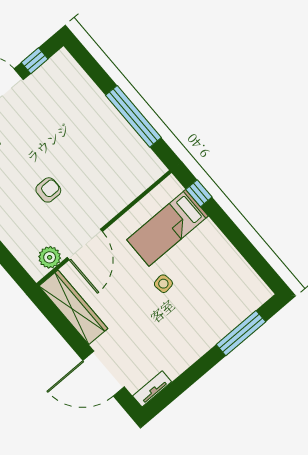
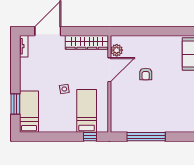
door: (85, 245) -> (109, 70), swing flipped
bed: (236, 306) -> (29, 112), added
window: (241, 333) -> (15, 104), width x0.69

